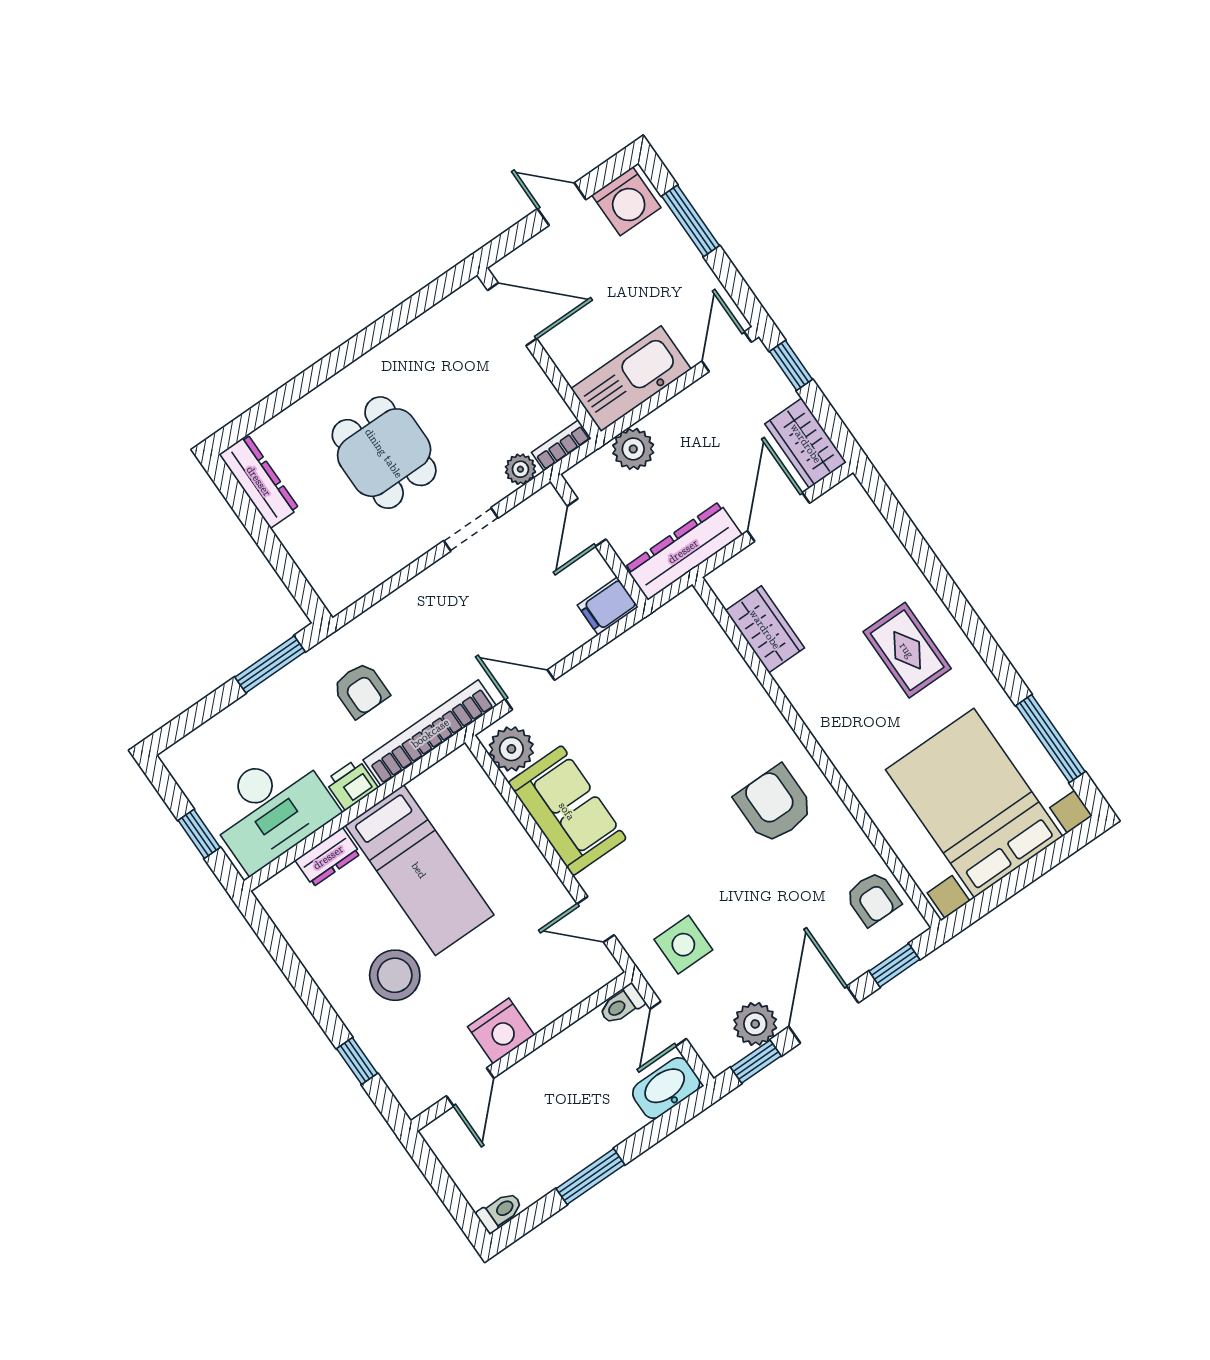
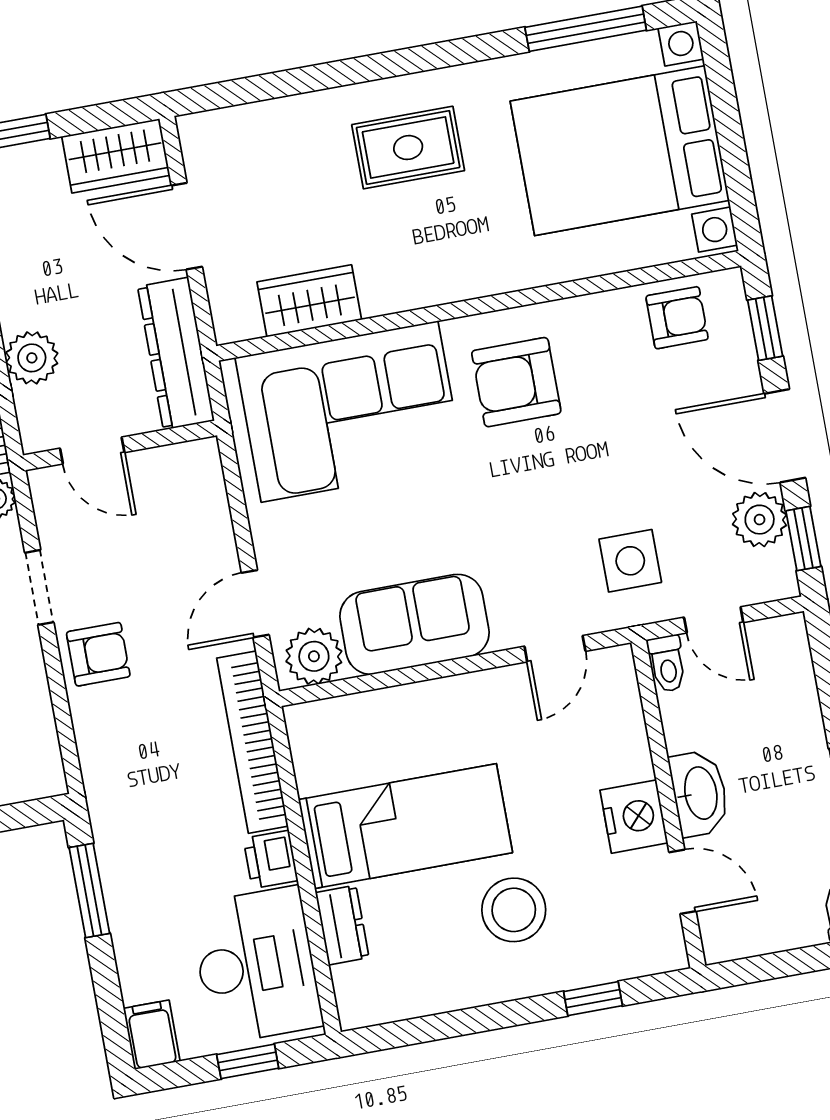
filing cabinet: (608, 606) -> (152, 1035), moved, turned 180
armchair: (361, 690) -> (98, 654), moved
corner sofa: (699, 695) -> (350, 412), added
washbasin: (666, 1088) -> (699, 793), moved, turned 180

